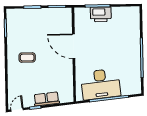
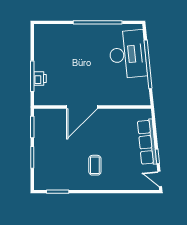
printer: (101, 14) -> (40, 78), width x0.53, depth x0.68
desk: (101, 84) -> (128, 54), moved
row of seats: (46, 99) -> (147, 142), width x1.48

